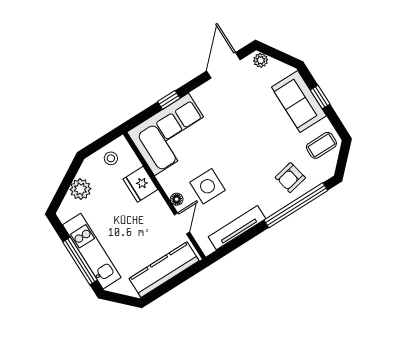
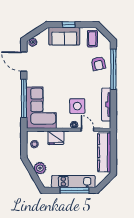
window: (169, 100) -> (24, 98), width x3.17

